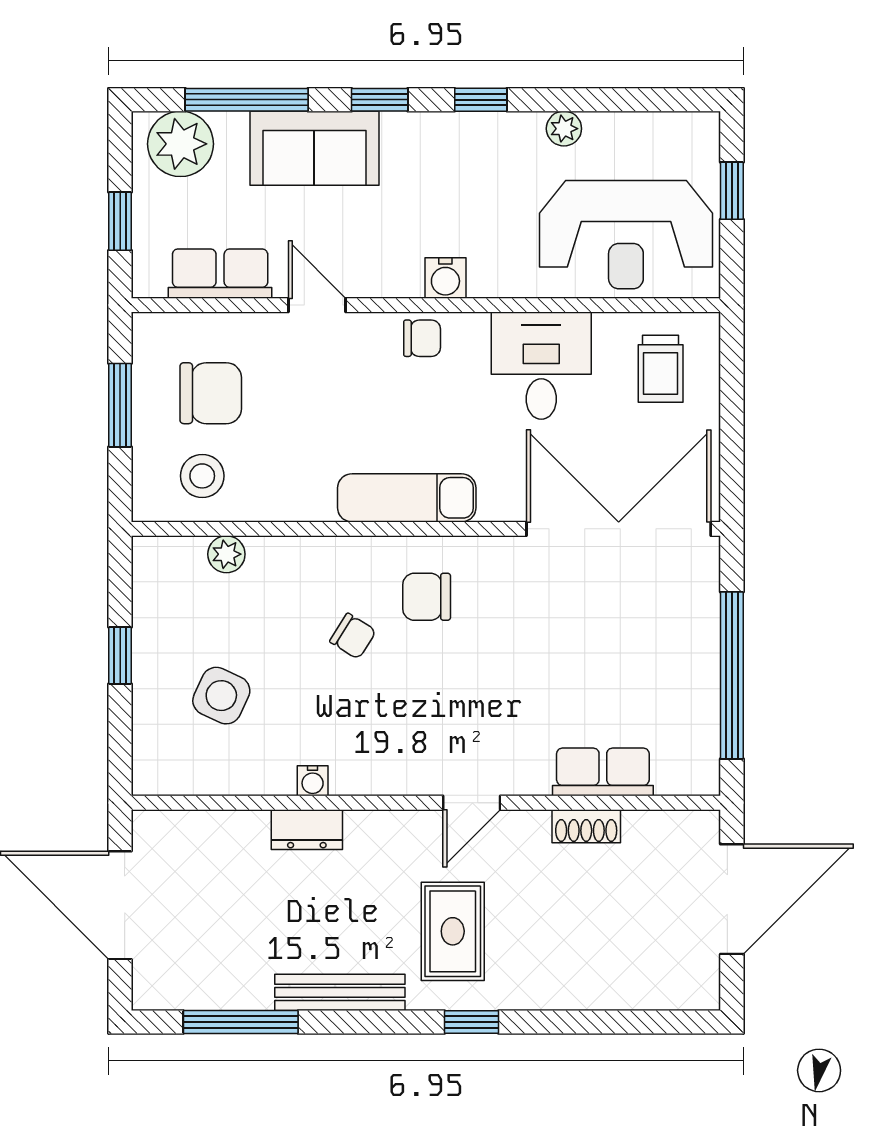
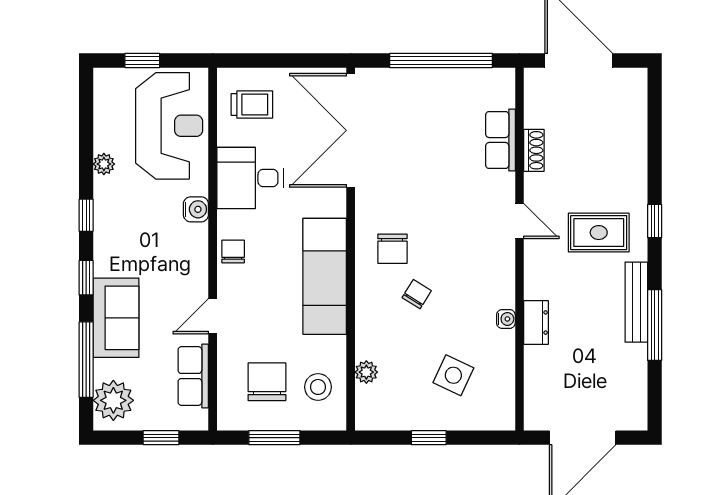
water cooler: (445, 278) -> (196, 209), moved
exam couch: (407, 498) -> (325, 276), width x1.36, depth x1.45
window: (241, 1022) -> (655, 325), moved

